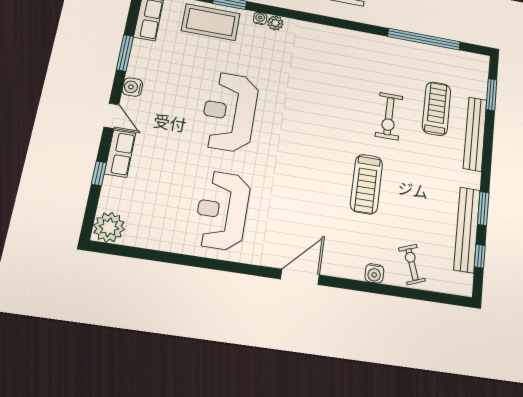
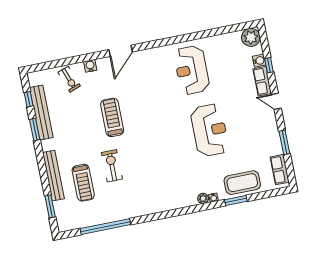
water cooler: (132, 87) -> (259, 61), moved
reception desk: (222, 210) -> (192, 70), turned 180
door: (300, 277) -> (121, 51), moved

